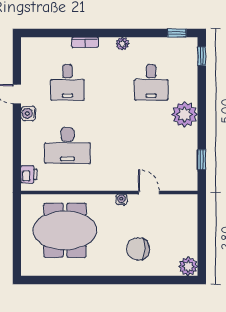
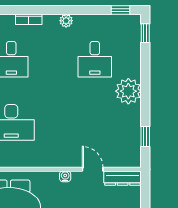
dresser: (179, 201) -> (123, 178), added

